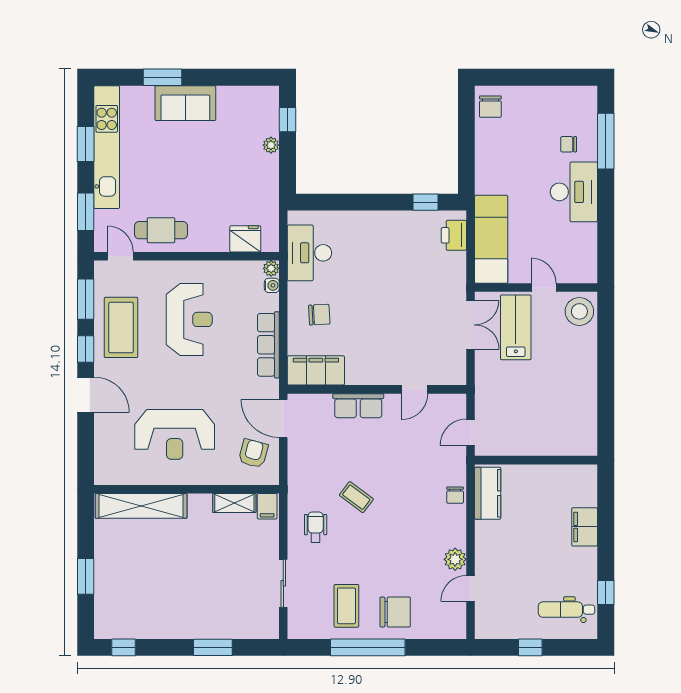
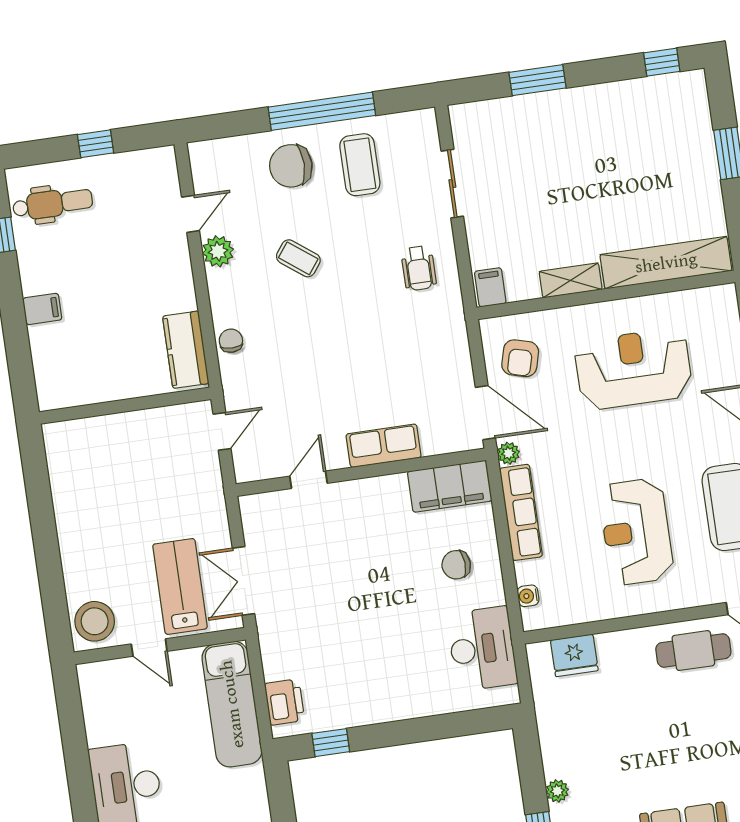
plant: (271, 268) -> (508, 453), moved
lab bench: (516, 327) -> (180, 586), turned 180
coffee table: (356, 497) -> (298, 258), moved
shelving: (234, 503) -> (571, 280), moved
filing cabinet: (585, 527) -> (42, 309), width x0.50

